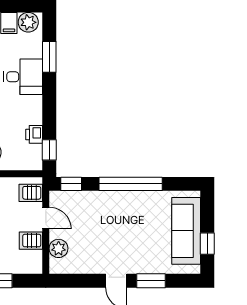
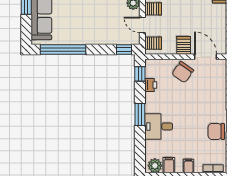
window: (49, 57) -> (140, 115), moved
window: (131, 184) -> (63, 49), moved

